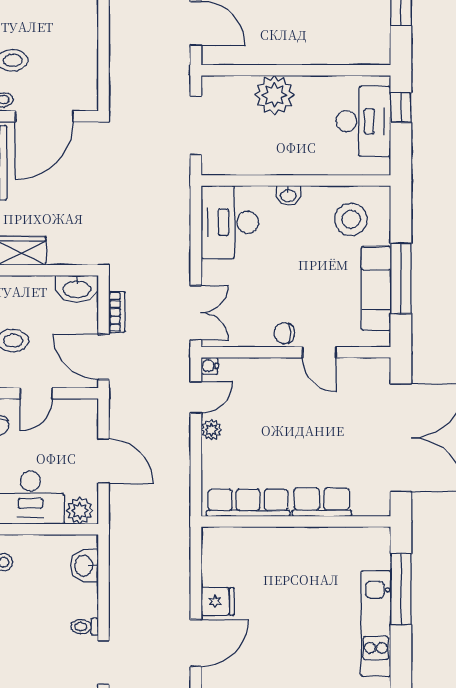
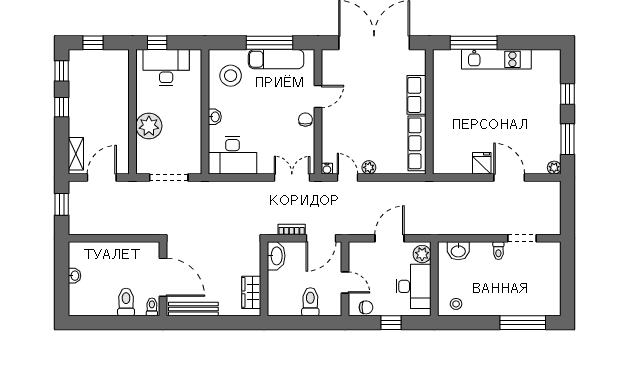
chair: (284, 333) -> (305, 120), turned 180

